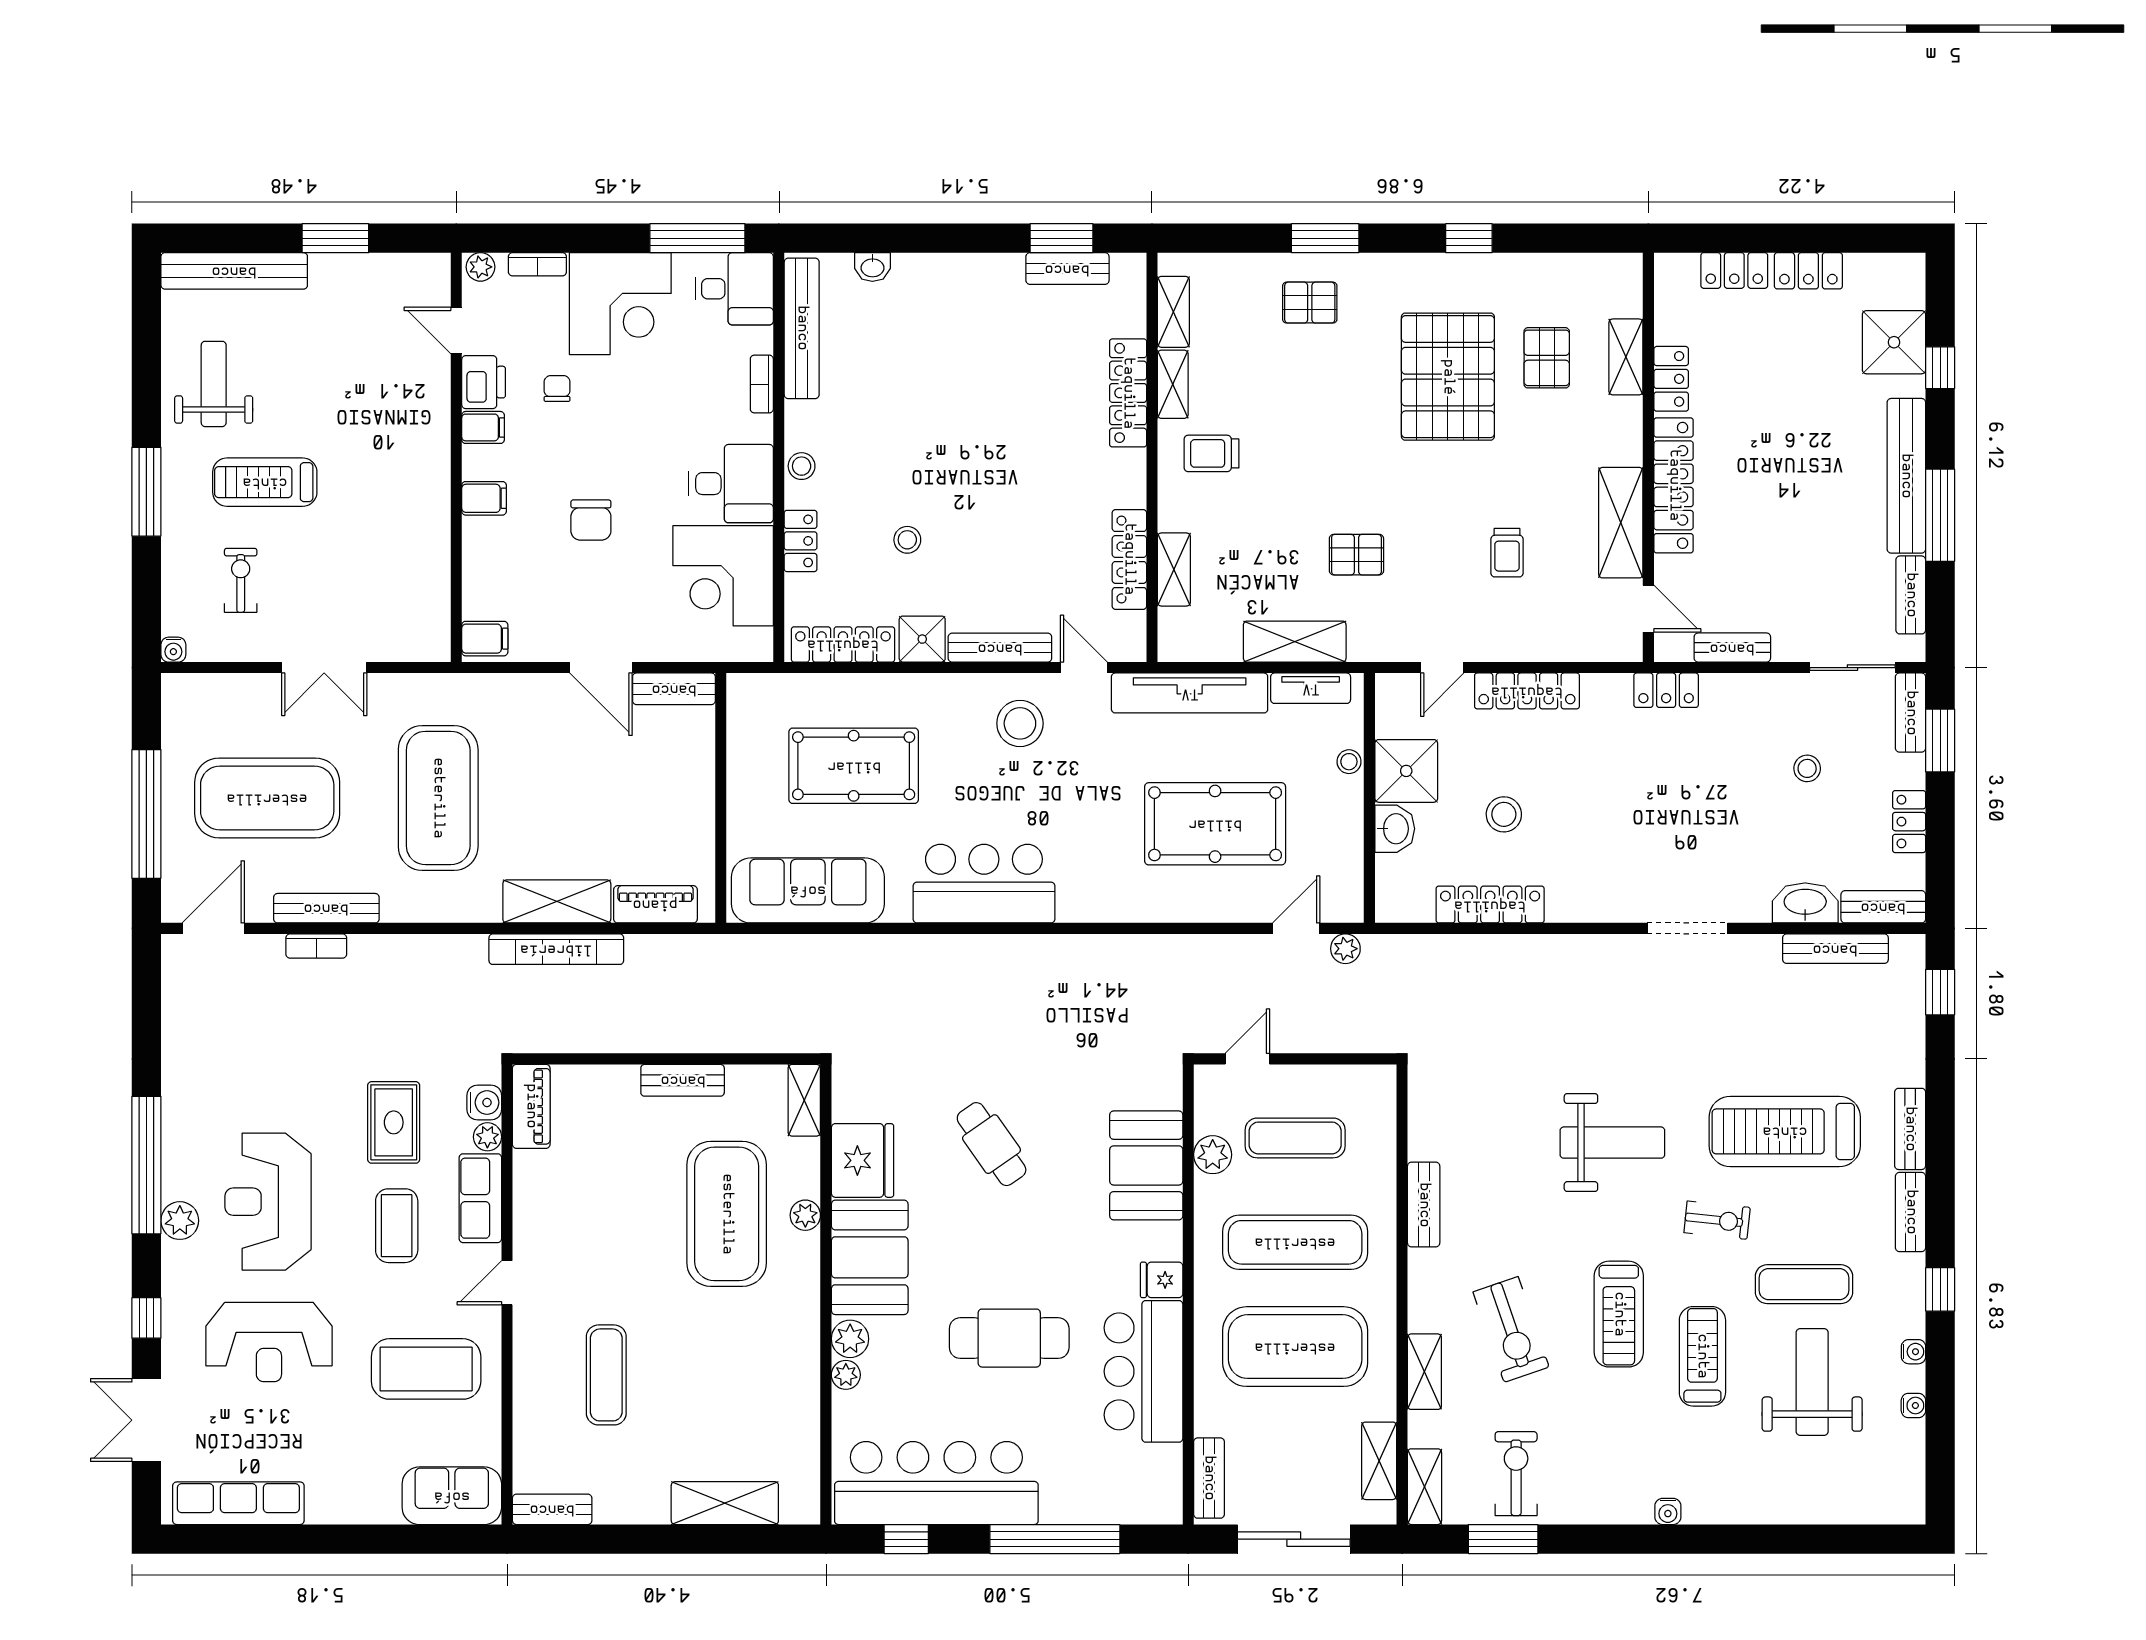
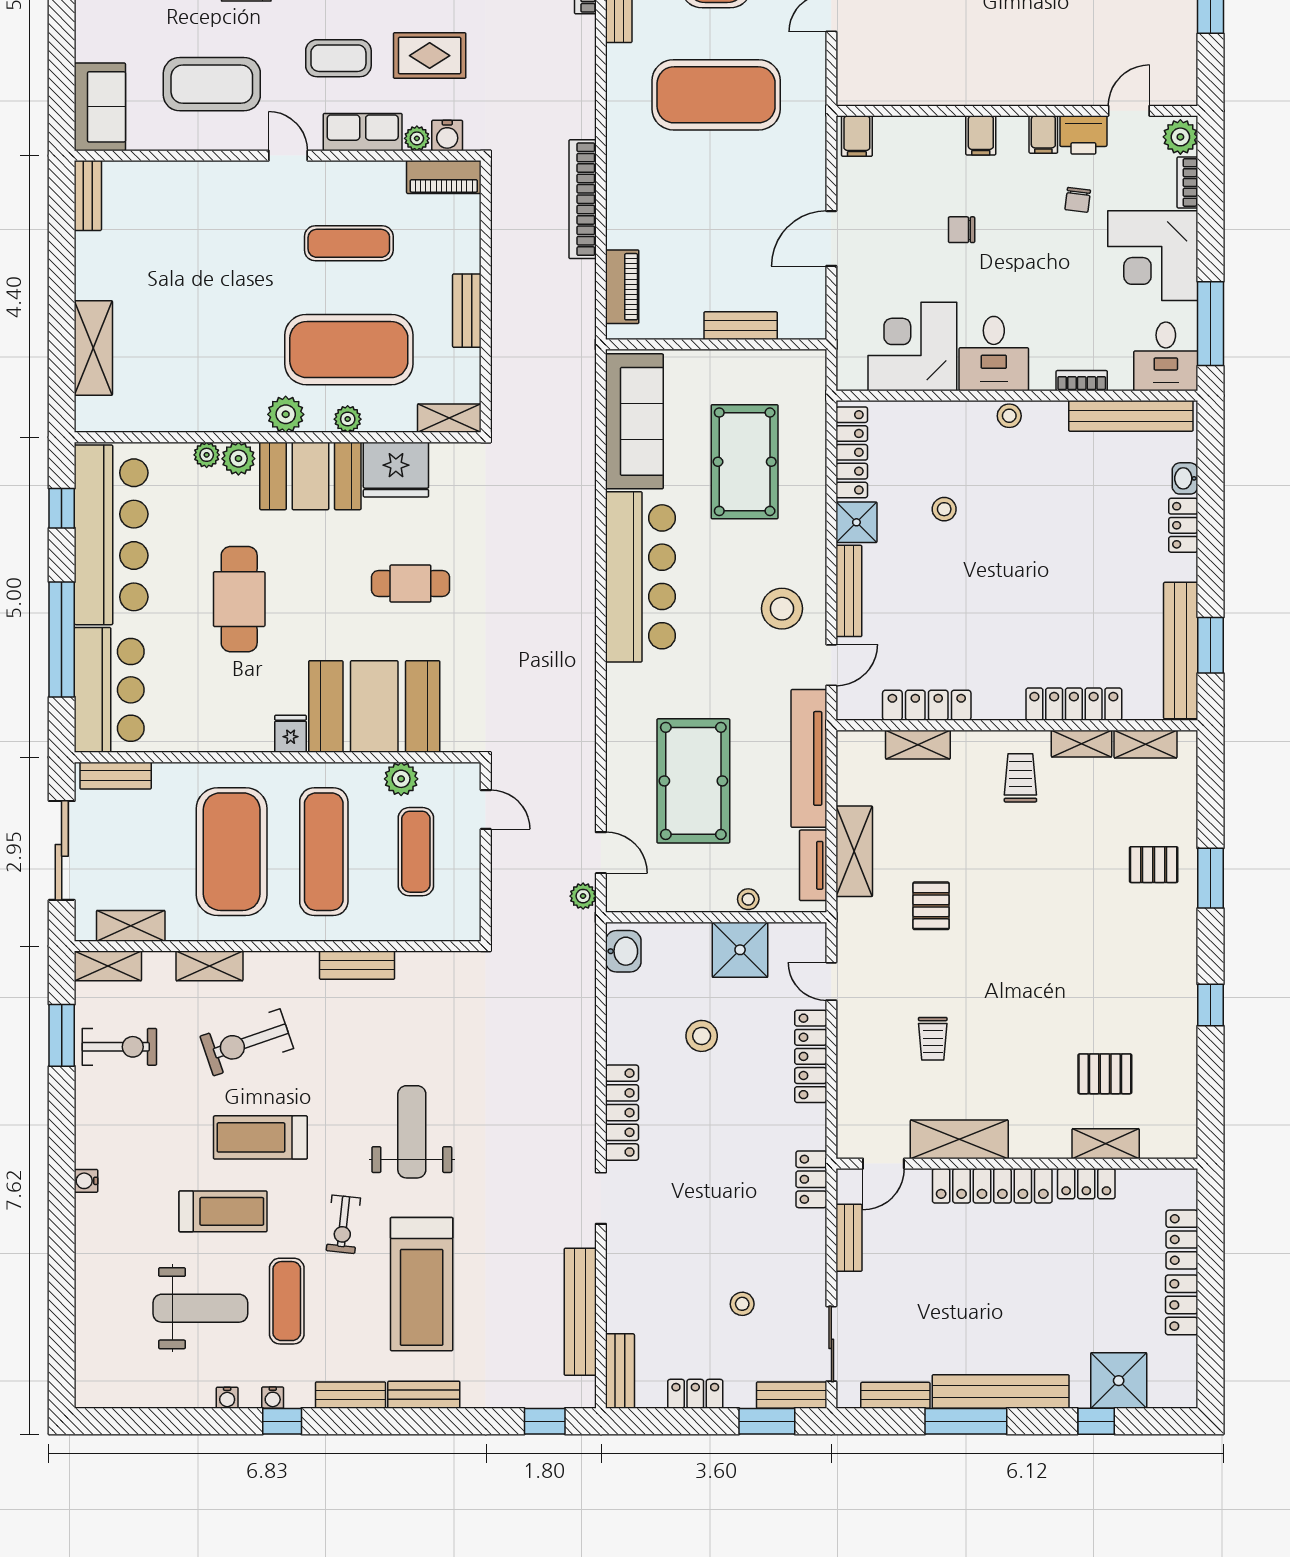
plant: (481, 267) -> (1180, 137), width x1.38, depth x1.38
bench: (1067, 269) -> (1181, 651), width x1.86, depth x1.21
pallet: (1310, 303) -> (1154, 865), turned 90
pallet: (1448, 377) -> (1088, 987), removed
chair: (557, 389) -> (1078, 200), turned 97
chair: (591, 520) -> (962, 230), width x0.73, depth x0.73
locker: (801, 541) -> (1183, 525), moved, turned 90
trolley: (1507, 553) -> (933, 1039), turned -90
bench: (674, 689) -> (741, 326), moved, turned 90
washbasin: (1395, 829) -> (623, 951), moved, turned -90
bar counter: (984, 884) -> (640, 577), width x1.36
shelving: (557, 901) -> (625, 200), removed
washbasin: (1805, 903) -> (623, 1302), removed
locker: (1490, 905) -> (622, 1113), moved
doorway: (1687, 928) -> (601, 1198), width x0.73
bench: (1835, 949) -> (580, 1312), width x1.37, depth x1.21
treadmill: (1785, 1131) -> (422, 1284), turned 180
weight bench: (1612, 1143) -> (412, 1132), turned 180
cafe table: (992, 1144) -> (410, 584), turned 35
booth: (1146, 1165) -> (374, 707), width x1.36, depth x1.42
plant: (800, 1285) -> (286, 414), added
coffee table: (426, 1369) -> (212, 84), turned 90
bar counter: (1143, 1371) -> (109, 690), moved, turned 90
exercise mat: (606, 1375) -> (349, 243), moved
water cooler: (1913, 1406) -> (273, 1398), moved

